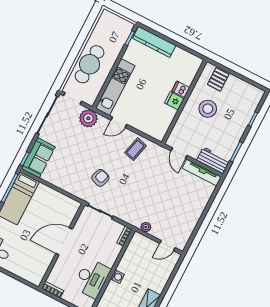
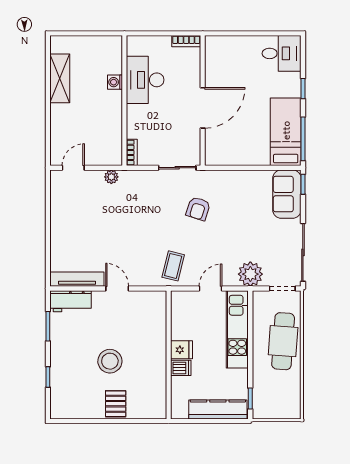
dishwasher: (181, 89) -> (181, 368), moved
fridge: (174, 101) -> (181, 350), moved
wall: (184, 102) -> (169, 355), moved
washing machine: (117, 277) -> (115, 82), moved

